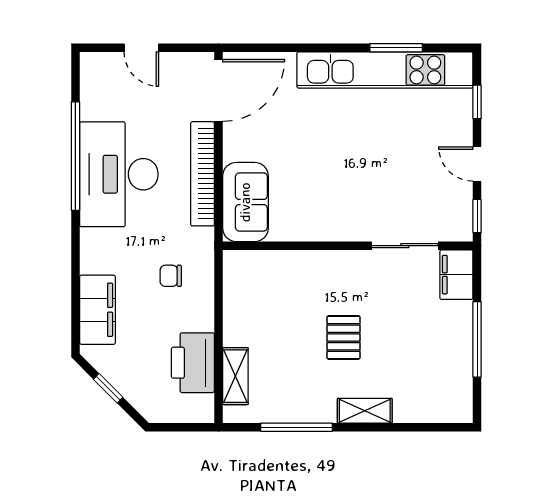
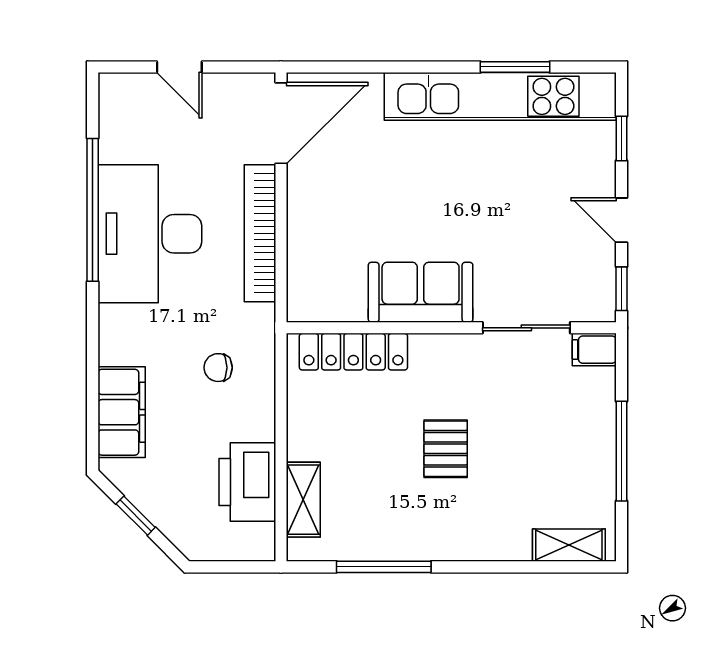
sofa: (245, 202) -> (421, 292), moved, turned -90
locker: (273, 264) -> (353, 352), added
filing cabinet: (456, 275) -> (594, 350), width x0.50
shelving: (365, 411) -> (569, 545), moved

